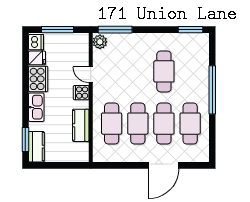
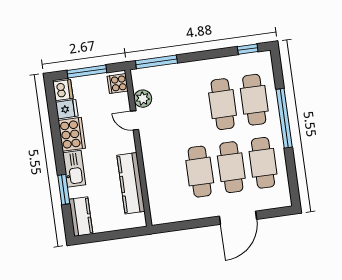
window: (191, 30) -> (248, 49), width x0.67
plant: (100, 42) -> (143, 99), moved
cooker: (81, 93) -> (118, 84), moved
cafe table: (112, 124) -> (254, 100), moved
kitchen counter: (81, 125) -> (131, 183), width x1.50
window: (25, 140) -> (64, 189), moved

